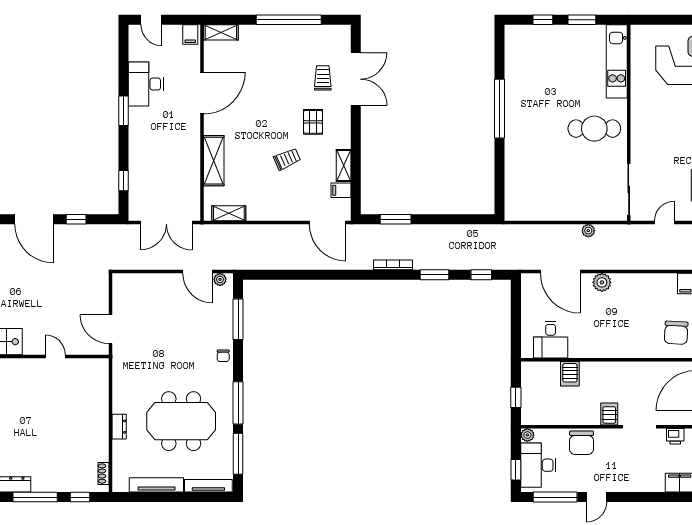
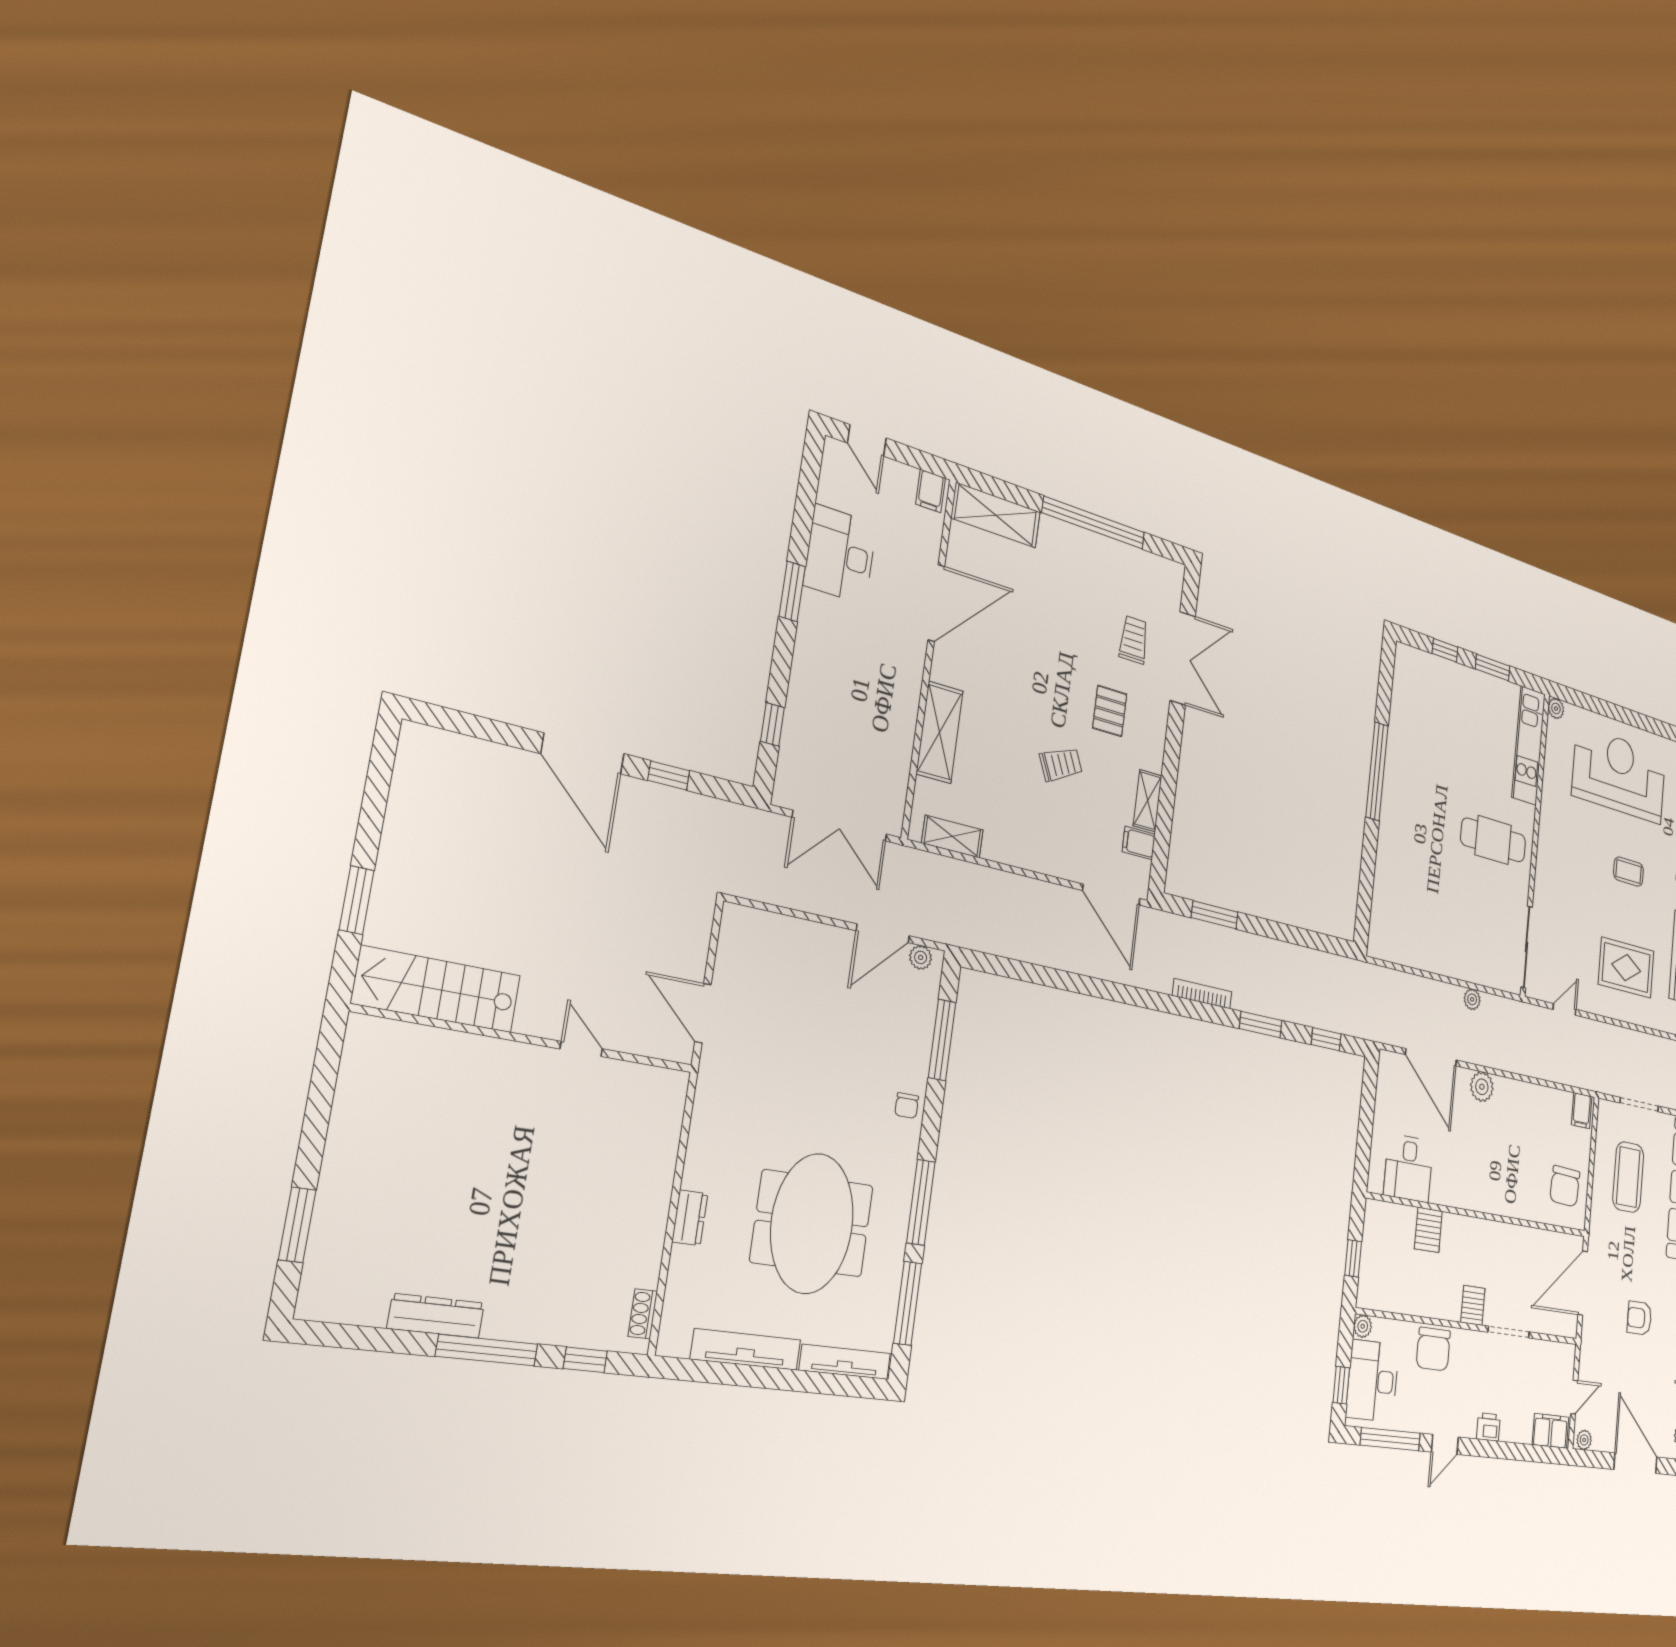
plant: (637, 31) -> (1556, 708), added
shelving: (221, 32) -> (996, 515), width x1.50, depth x1.33
door: (197, 272) -> (883, 933), hinge flipped
meeting table: (181, 421) -> (812, 1223), turned 90
printer: (675, 436) -> (1488, 1427), moved, turned 180

